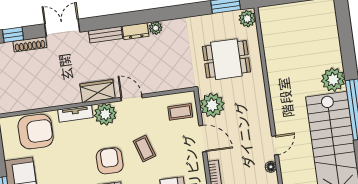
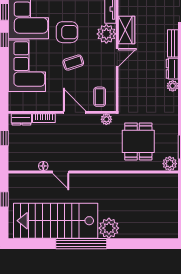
plant: (212, 105) -> (106, 119), width x0.53, depth x0.53
door: (203, 139) -> (75, 112), swing flipped

